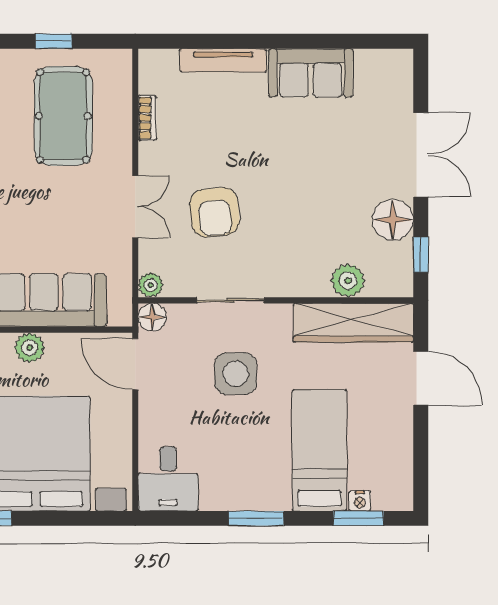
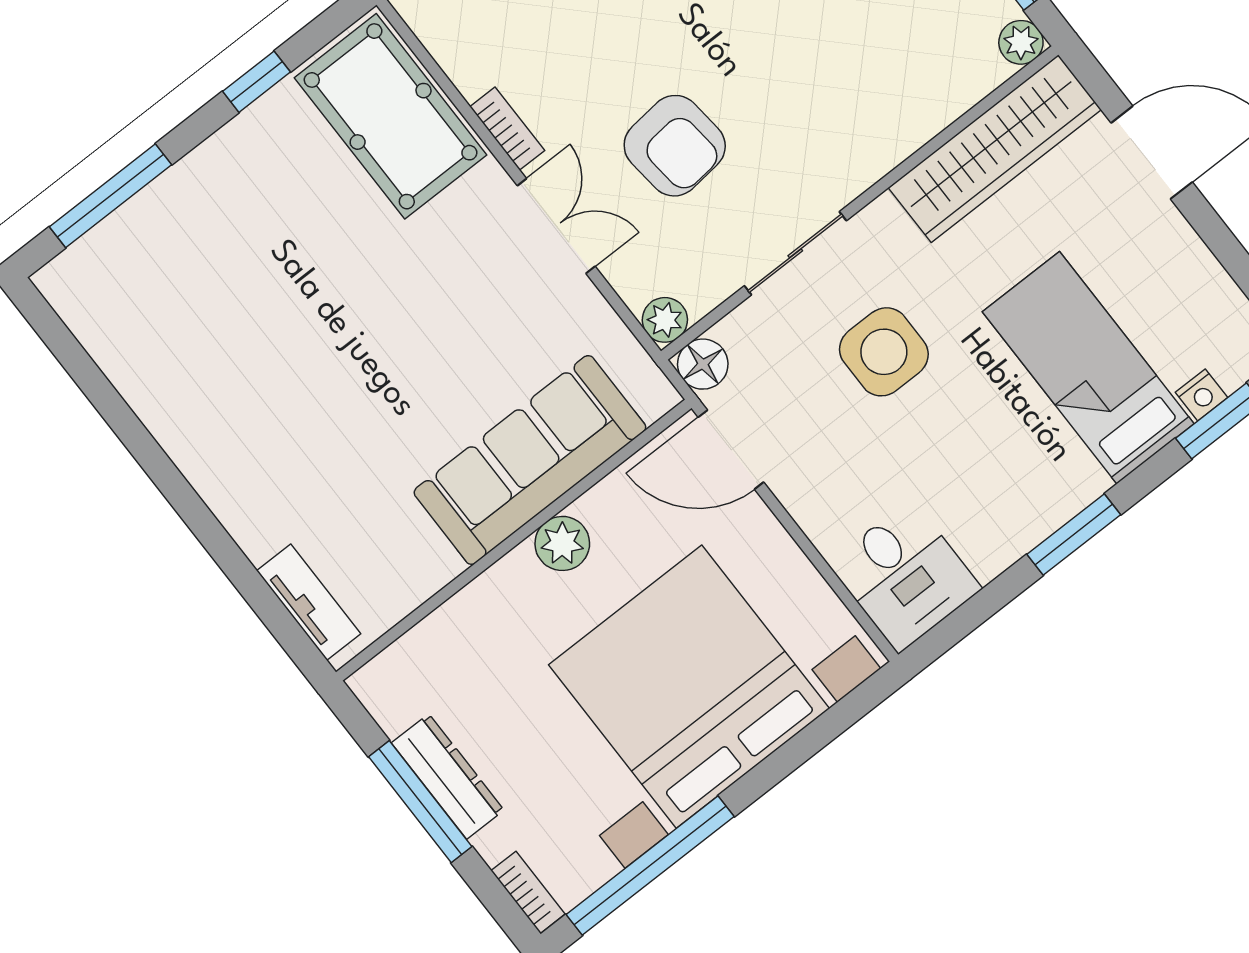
pool table: (63, 116) -> (391, 116), moved
bookcase: (147, 118) -> (507, 129), moved
plant: (348, 281) -> (1021, 42), moved, width x0.73, depth x0.73

